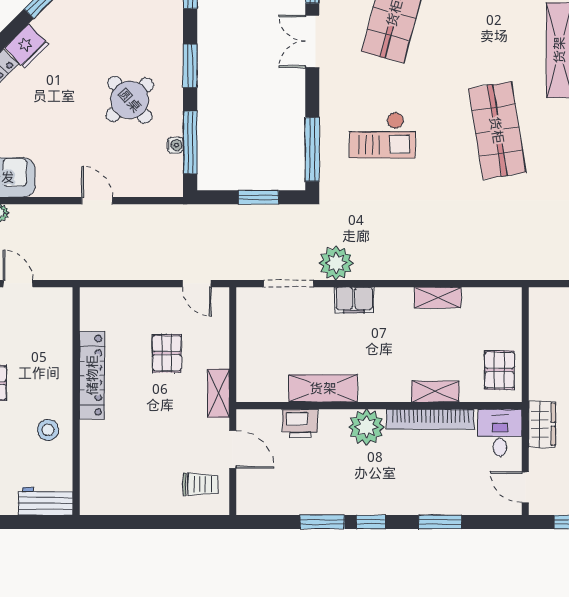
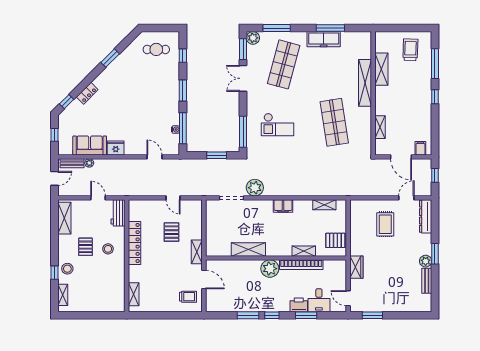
fridge: (27, 46) -> (116, 148), moved, turned -135
round table: (130, 100) -> (153, 107), removed
door: (97, 201) -> (154, 157), moved
door: (197, 284) -> (173, 198), moved
shelving: (438, 297) -> (324, 205), moved
filing cabinet: (354, 300) -> (283, 206), moved
pallet: (500, 370) -> (335, 240), turned 90
printer: (300, 423) -> (299, 305), moved, turned 180
stool: (48, 430) -> (108, 249), moved
desk: (500, 433) -> (319, 300), moved, turned 180
shelving: (90, 479) -> (134, 294), added
workbench: (46, 501) -> (118, 213), moved, turned -90

